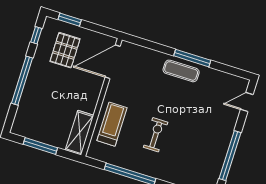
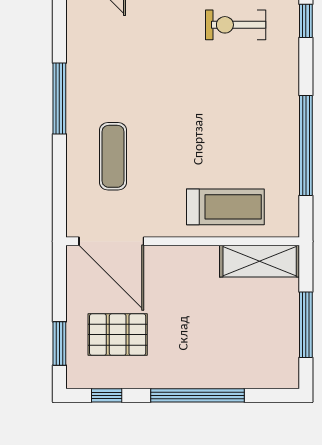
exercise mat: (181, 71) -> (113, 156), moved
treadmill: (112, 124) -> (225, 207), turned 180
exercise bike: (156, 135) -> (236, 25), moved

